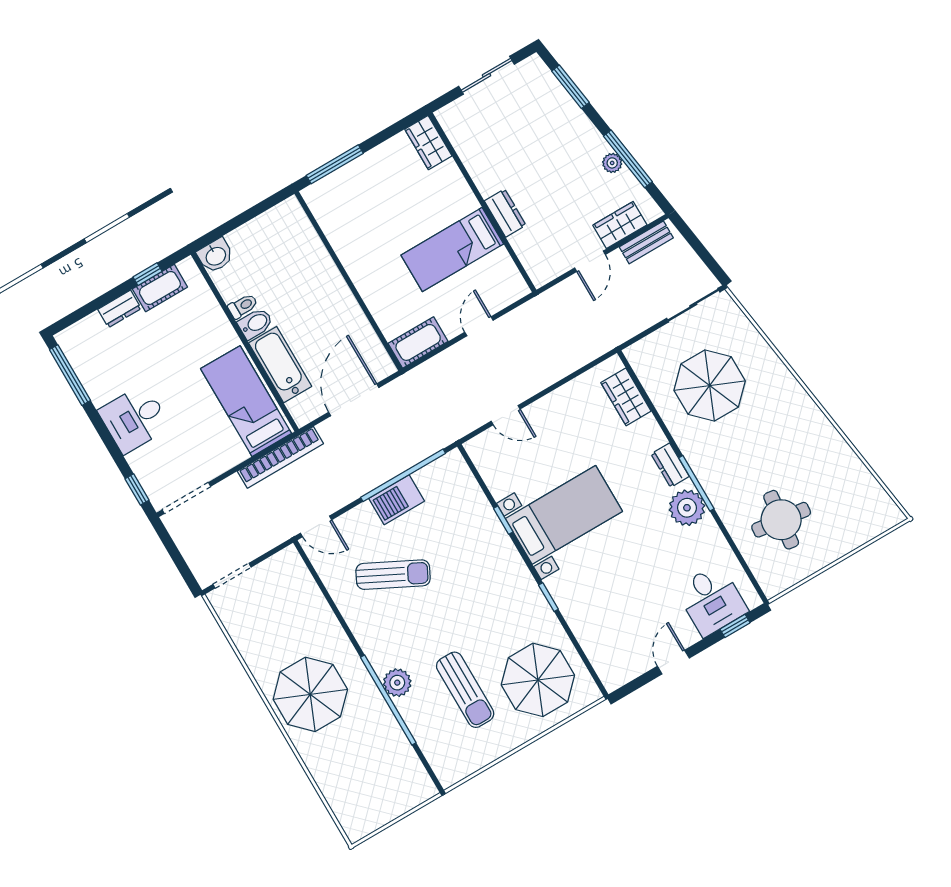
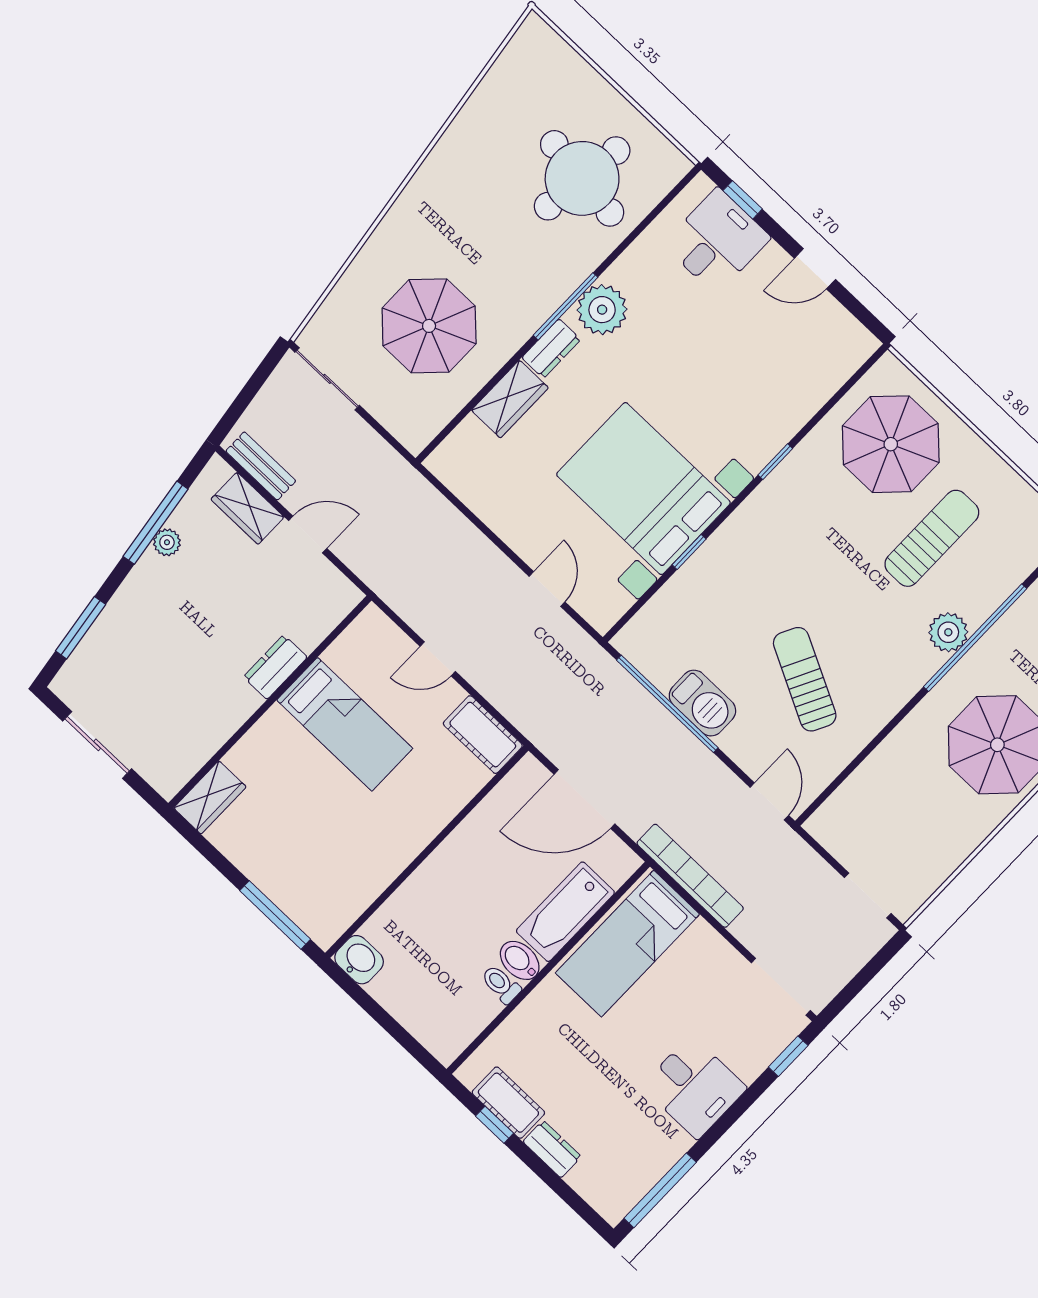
washbasin: (215, 256) -> (359, 960), moved
wardrobe: (626, 397) -> (510, 399), moved
bed with nightstands: (564, 515) -> (643, 489), width x1.36
round table: (781, 520) -> (582, 178), width x1.36, depth x1.36

